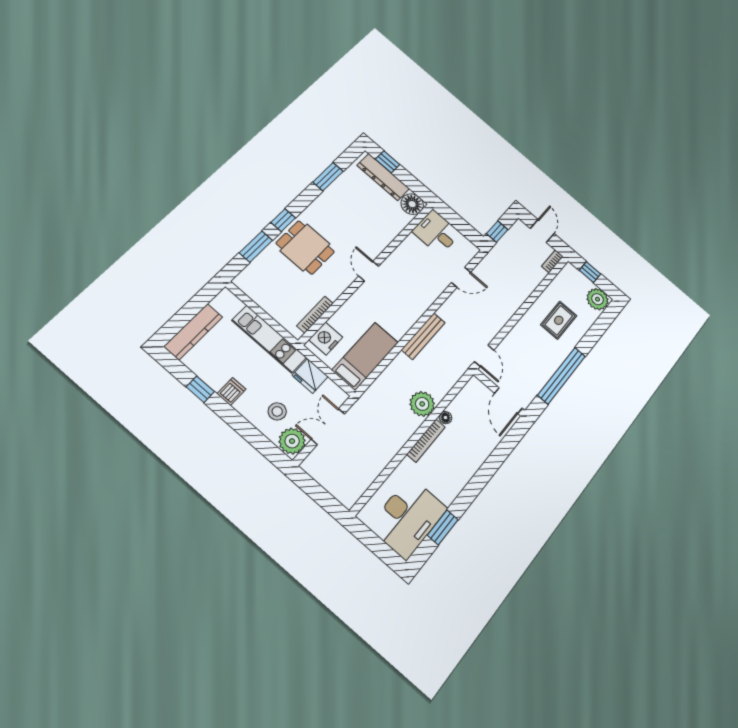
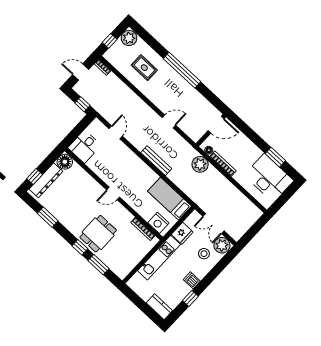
kitchen counter: (193, 332) -> (159, 307), width x0.67
wall: (499, 393) -> (211, 130), moved
door: (508, 401) -> (216, 125), moved

